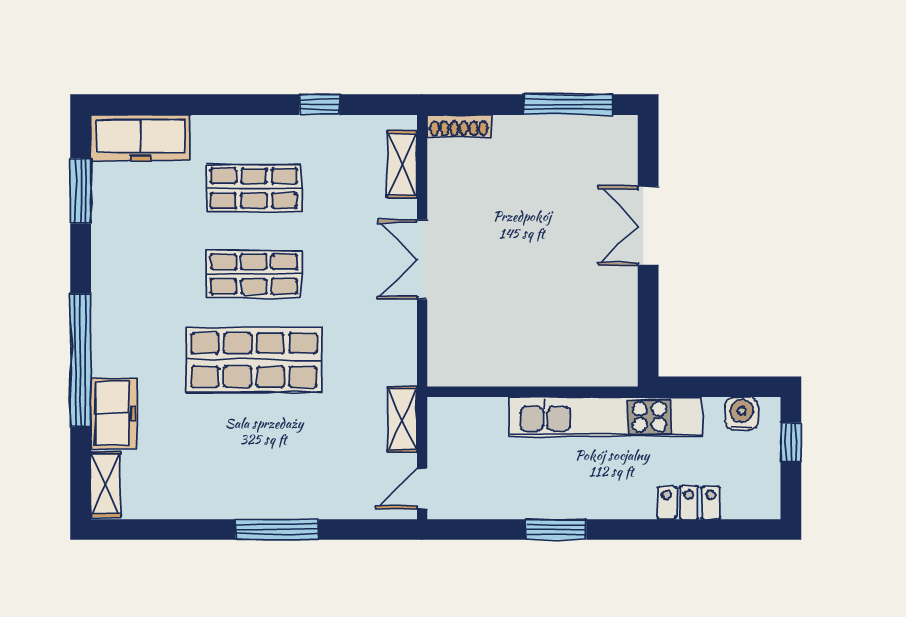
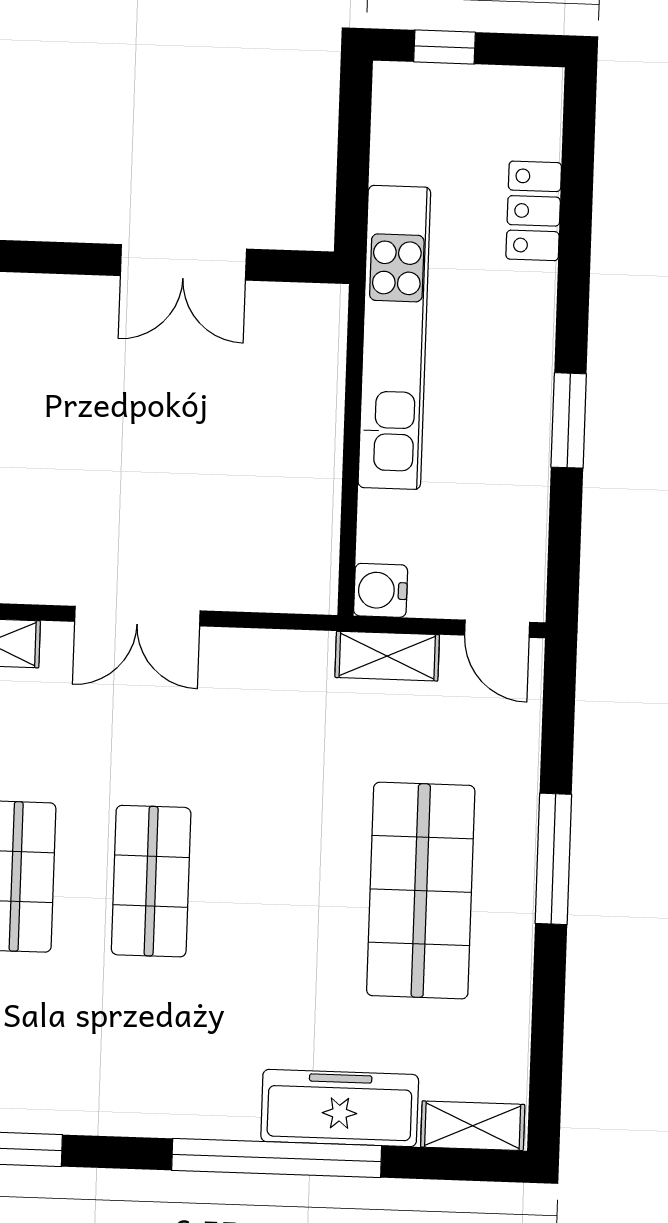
double door: (648, 226) -> (183, 262), moved
shop shelf: (254, 360) -> (421, 891), moved
freezer: (114, 413) -> (340, 1108), width x1.40
water cooler: (742, 414) -> (381, 590), moved

